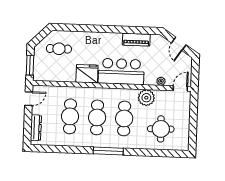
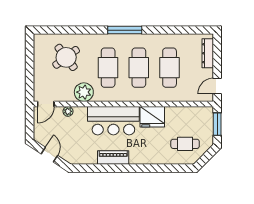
piano: (136, 40) -> (113, 158), moved
round table: (161, 129) -> (66, 57), turned -36

